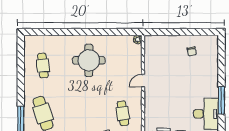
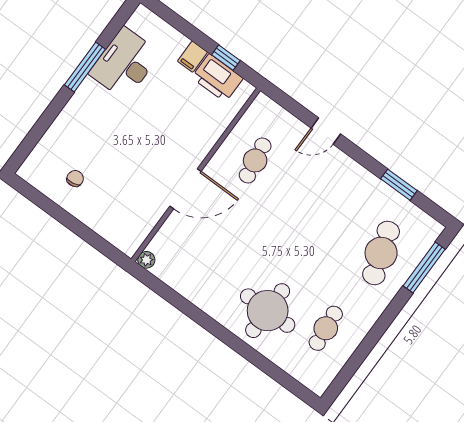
round table: (89, 60) -> (268, 311), moved
door: (143, 81) -> (186, 189), width x1.87

